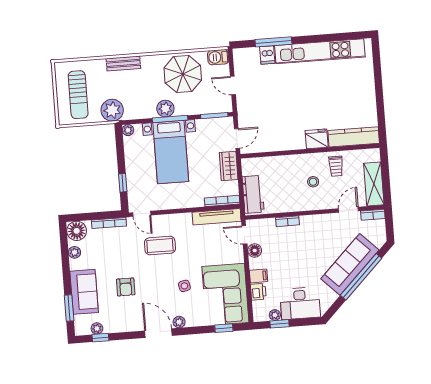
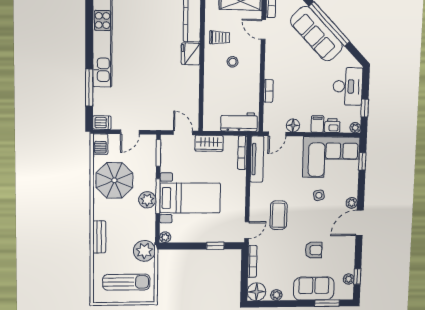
dishwasher: (267, 55) -> (102, 123), moved
plant: (275, 315) -> (355, 128), moved

